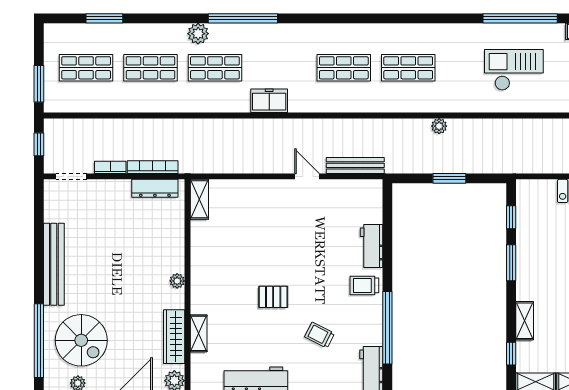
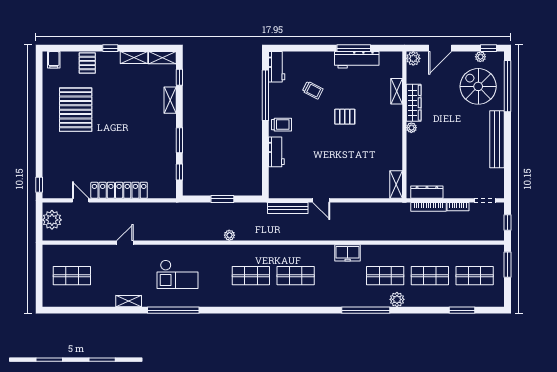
wardrobe: (174, 337) -> (414, 103), moved

